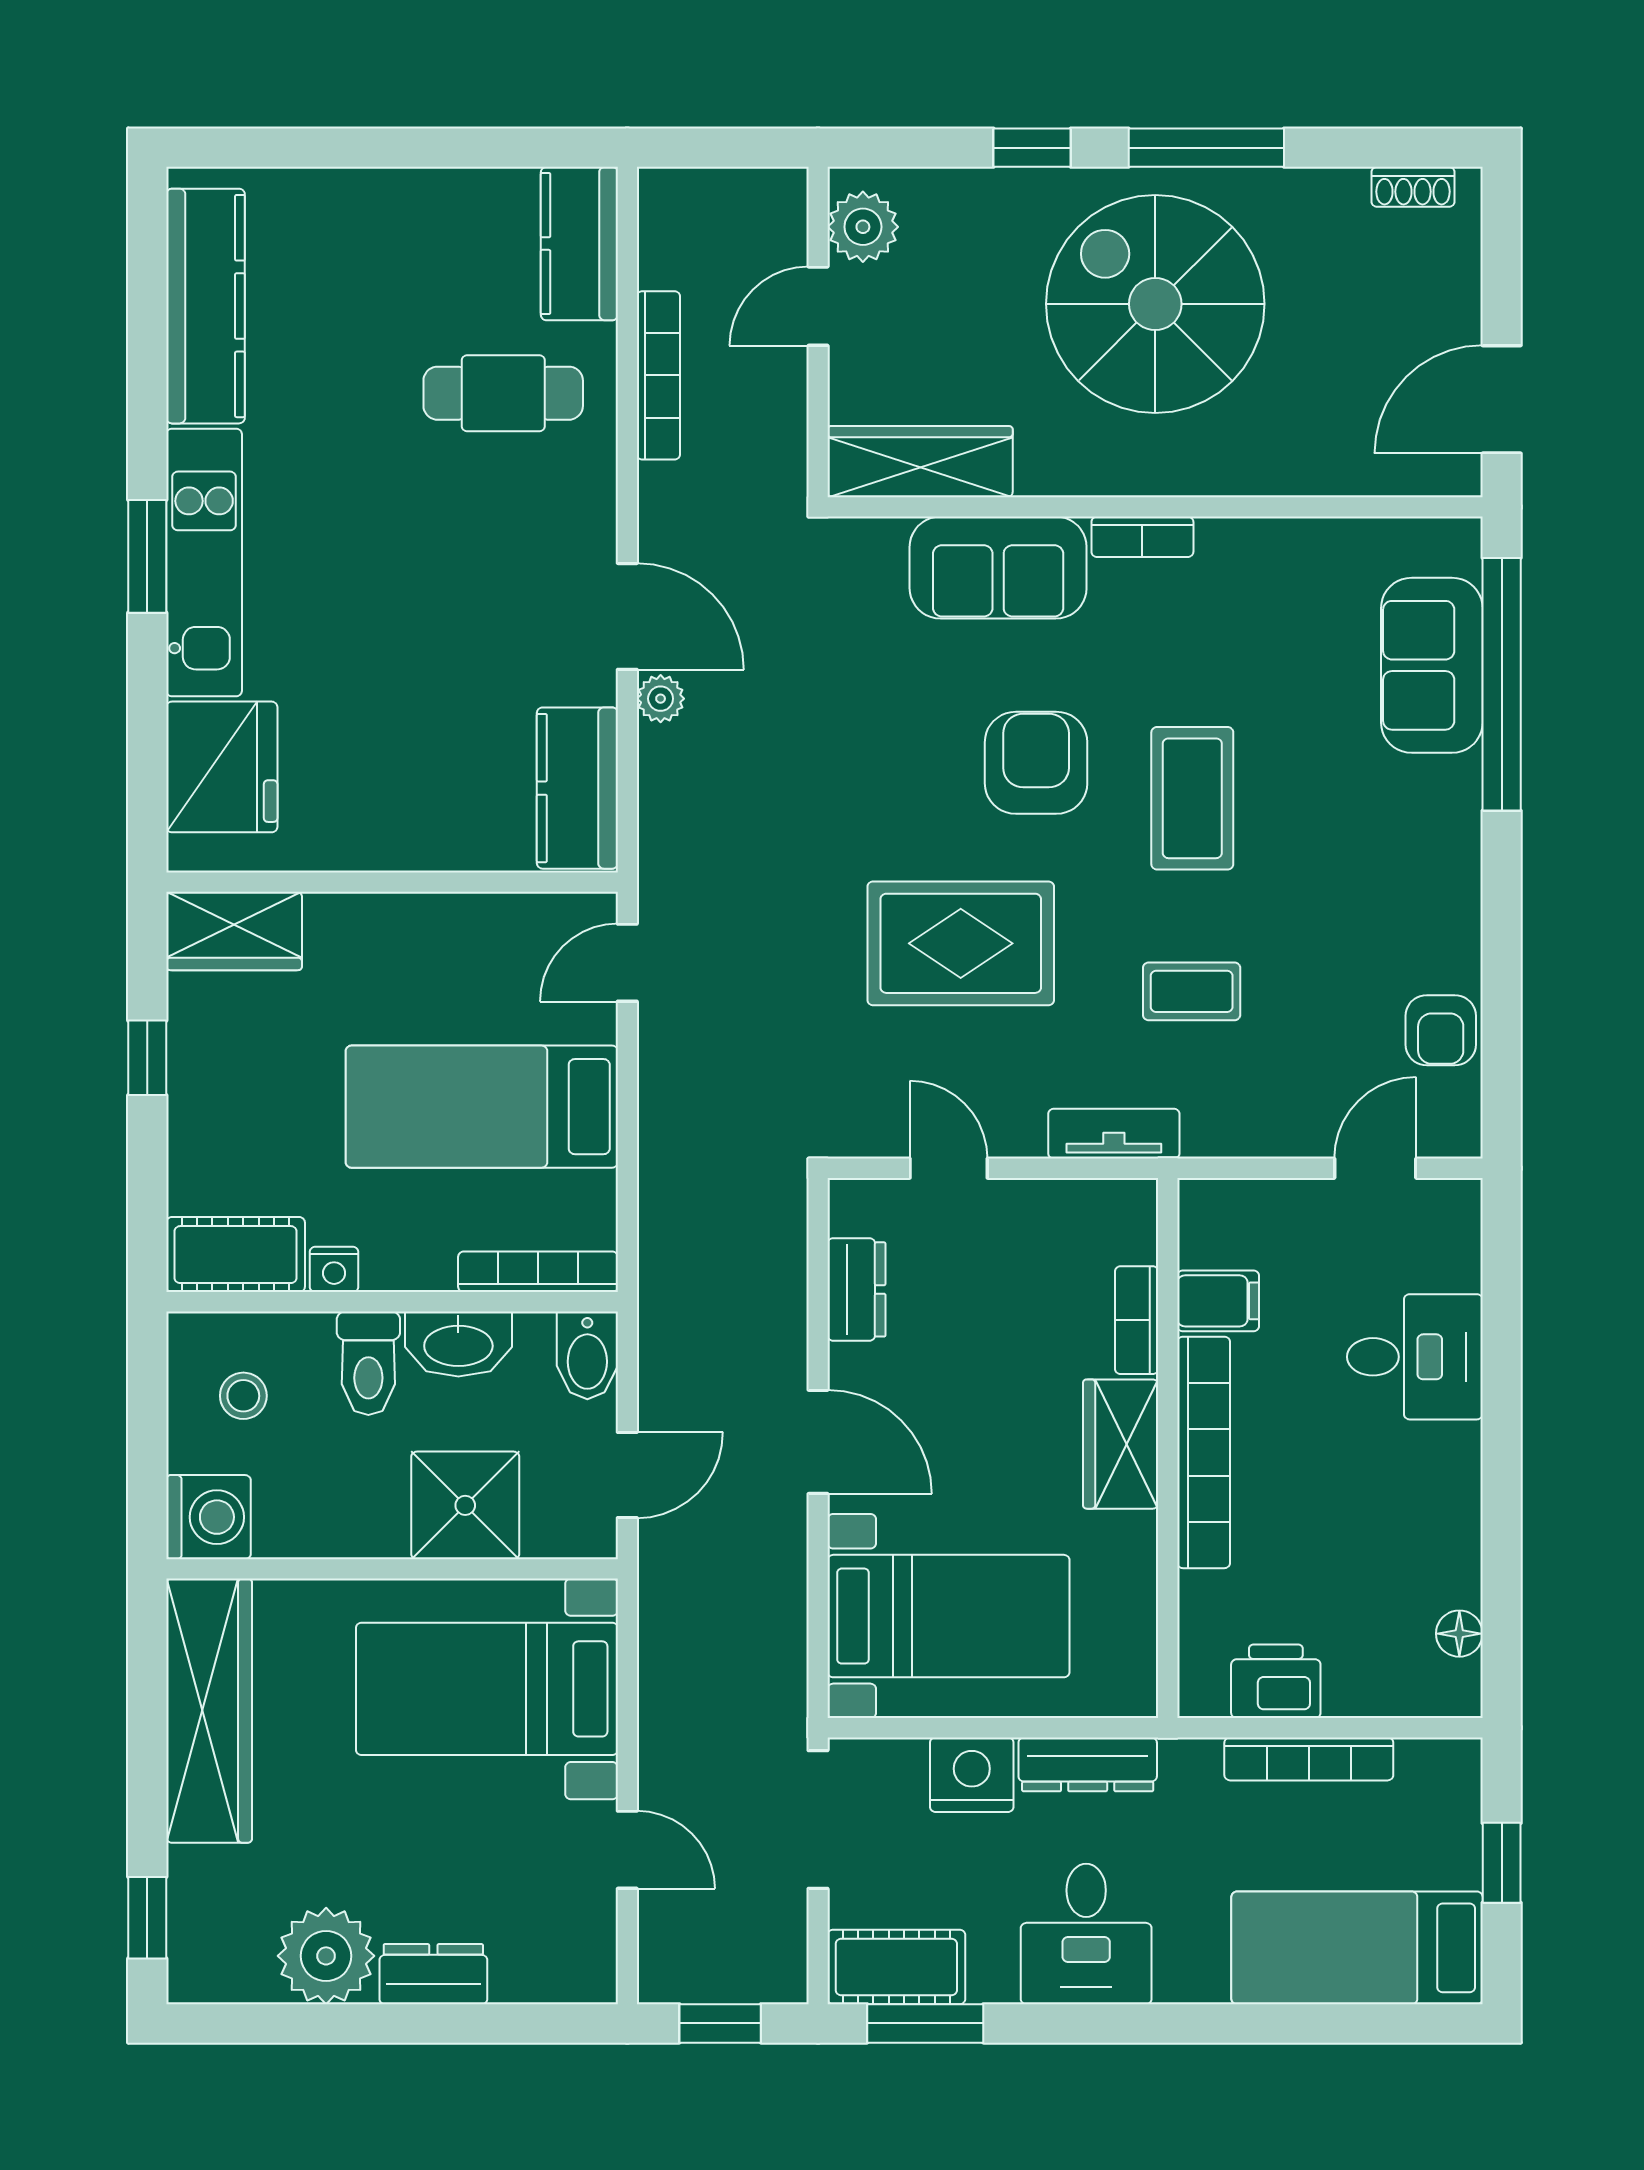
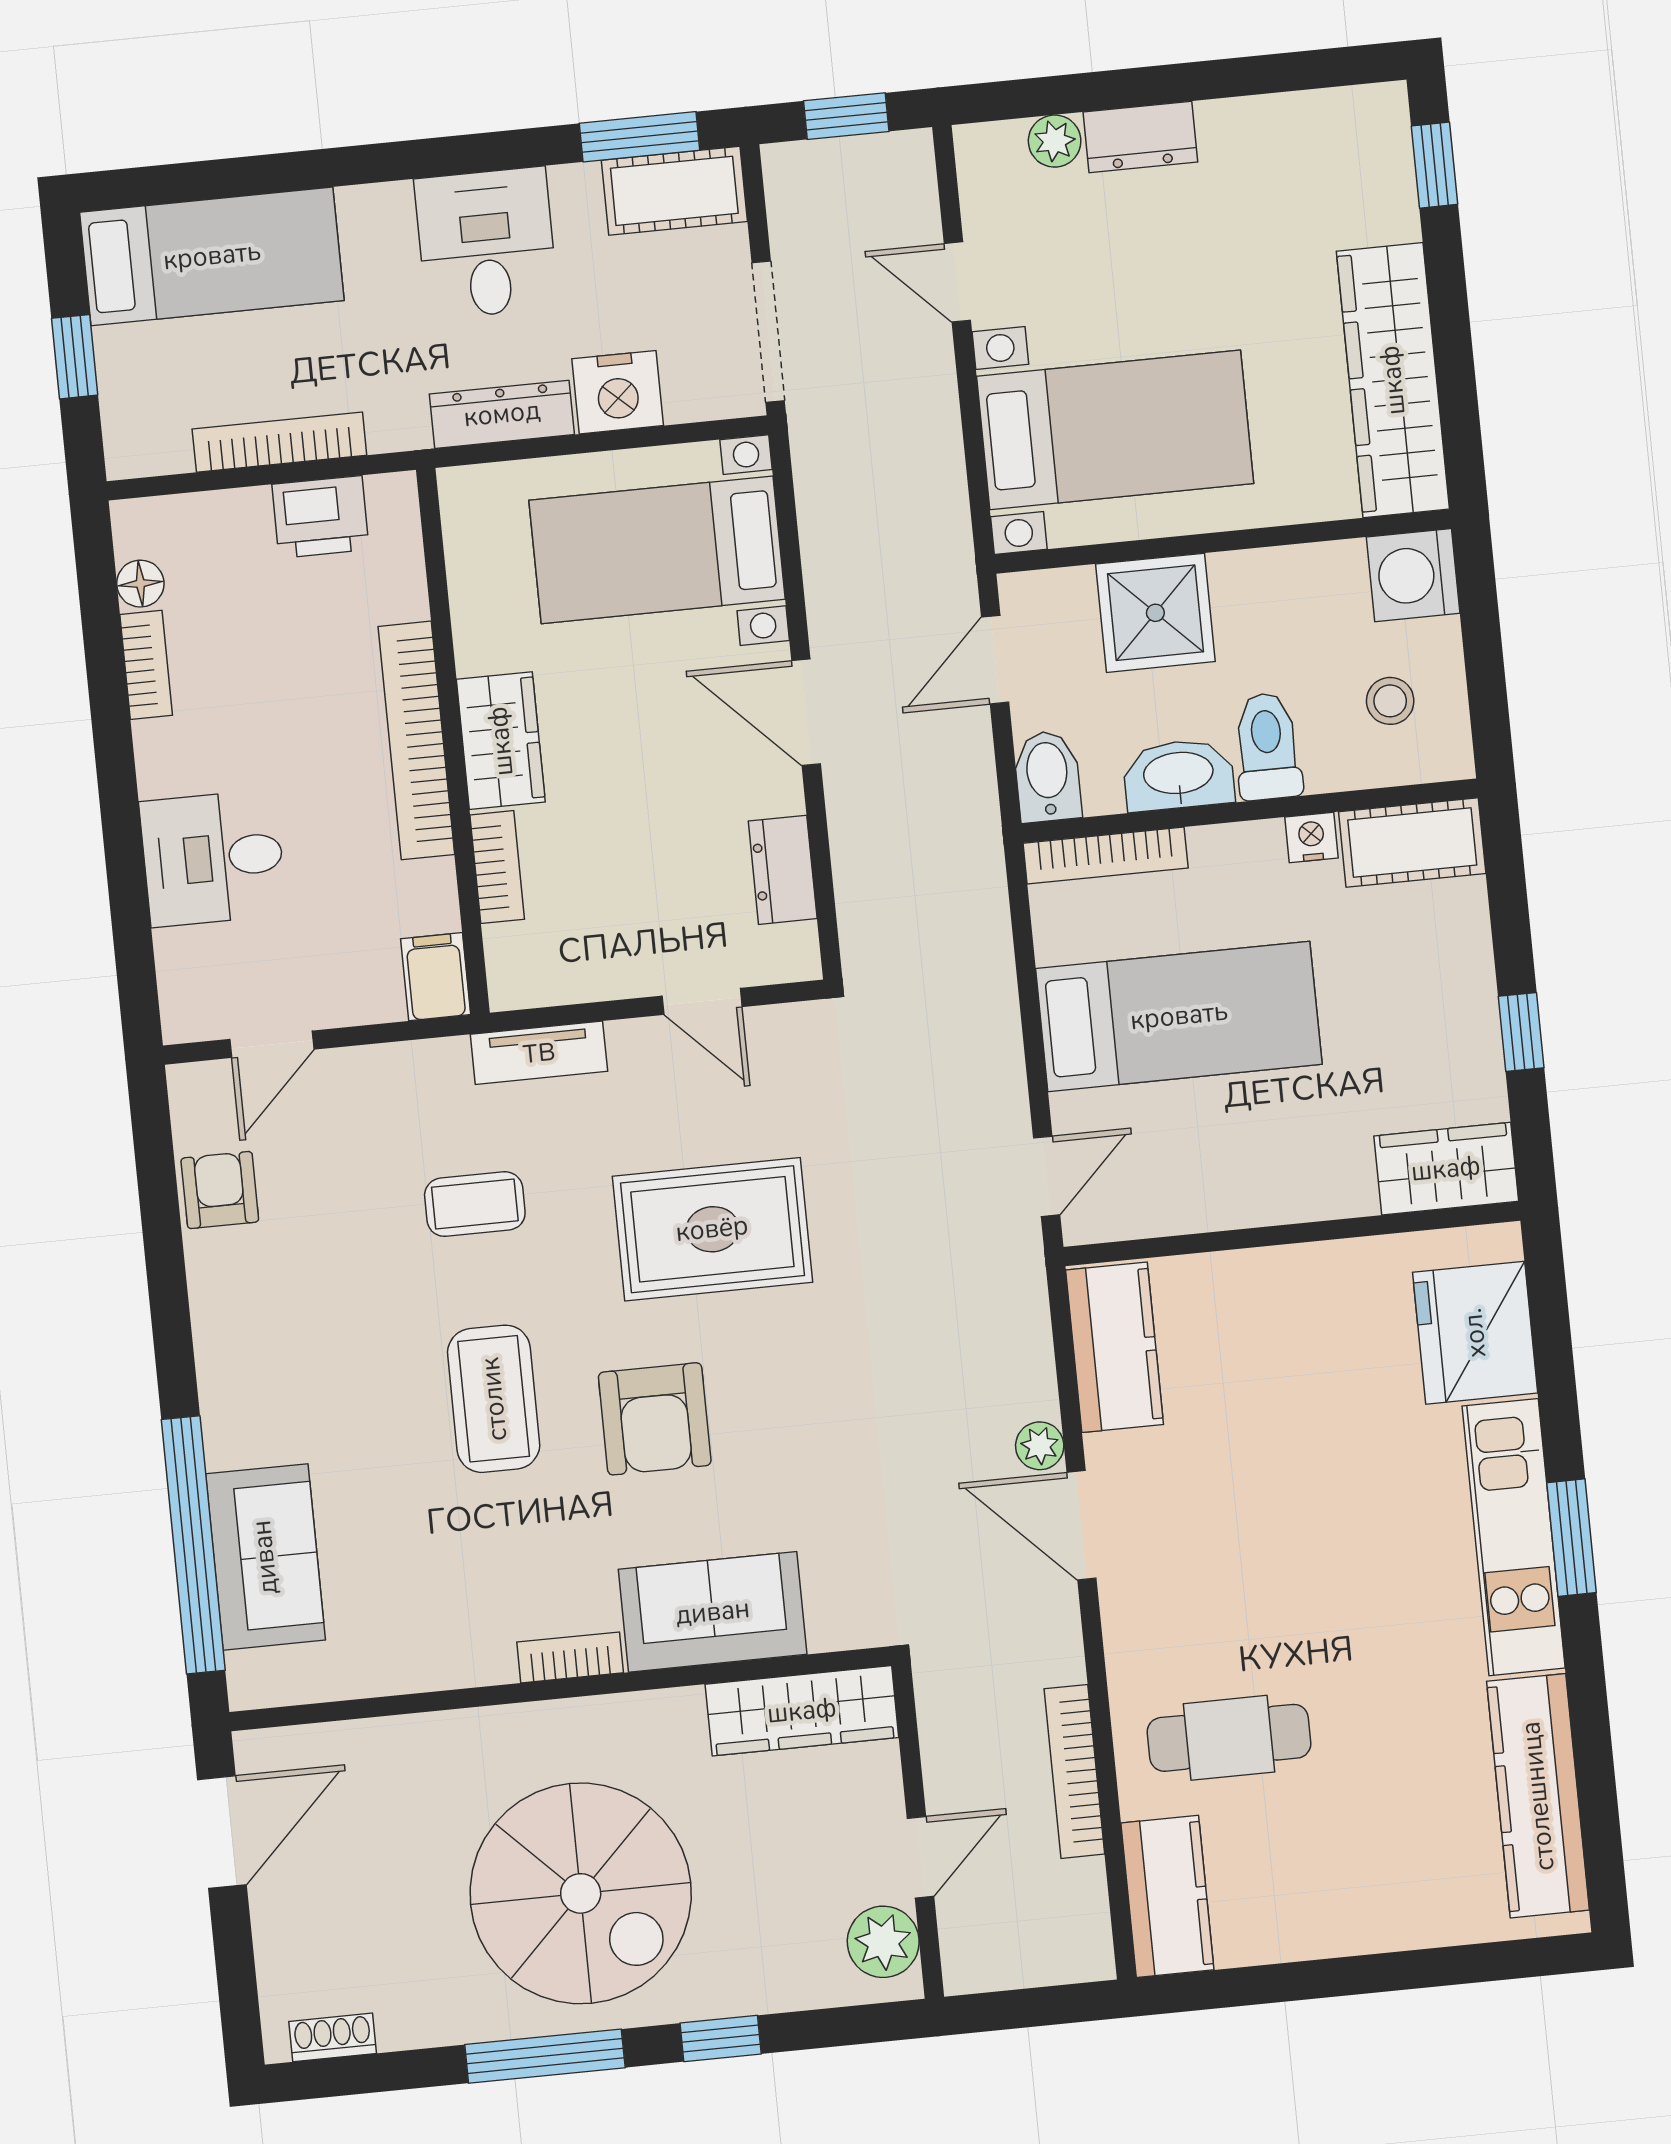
filing cabinet: (1218, 1301) -> (436, 977), moved, turned 90
bookcase: (1462, 1553) -> (146, 665), added
plant: (326, 1956) -> (1055, 141), moved, width x0.53, depth x0.53

